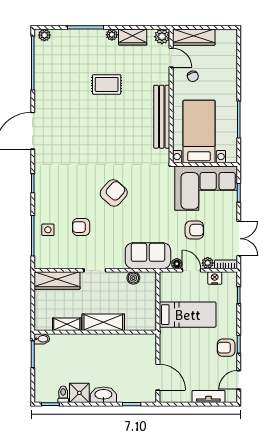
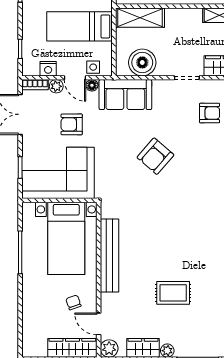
armchair: (114, 193) -> (155, 156), moved
armchair: (81, 227) -> (210, 113), moved
boiler: (133, 278) -> (142, 62), width x1.86, depth x1.86
side table: (176, 279) -> (93, 67), added
shelving: (103, 322) -> (140, 18), moved

